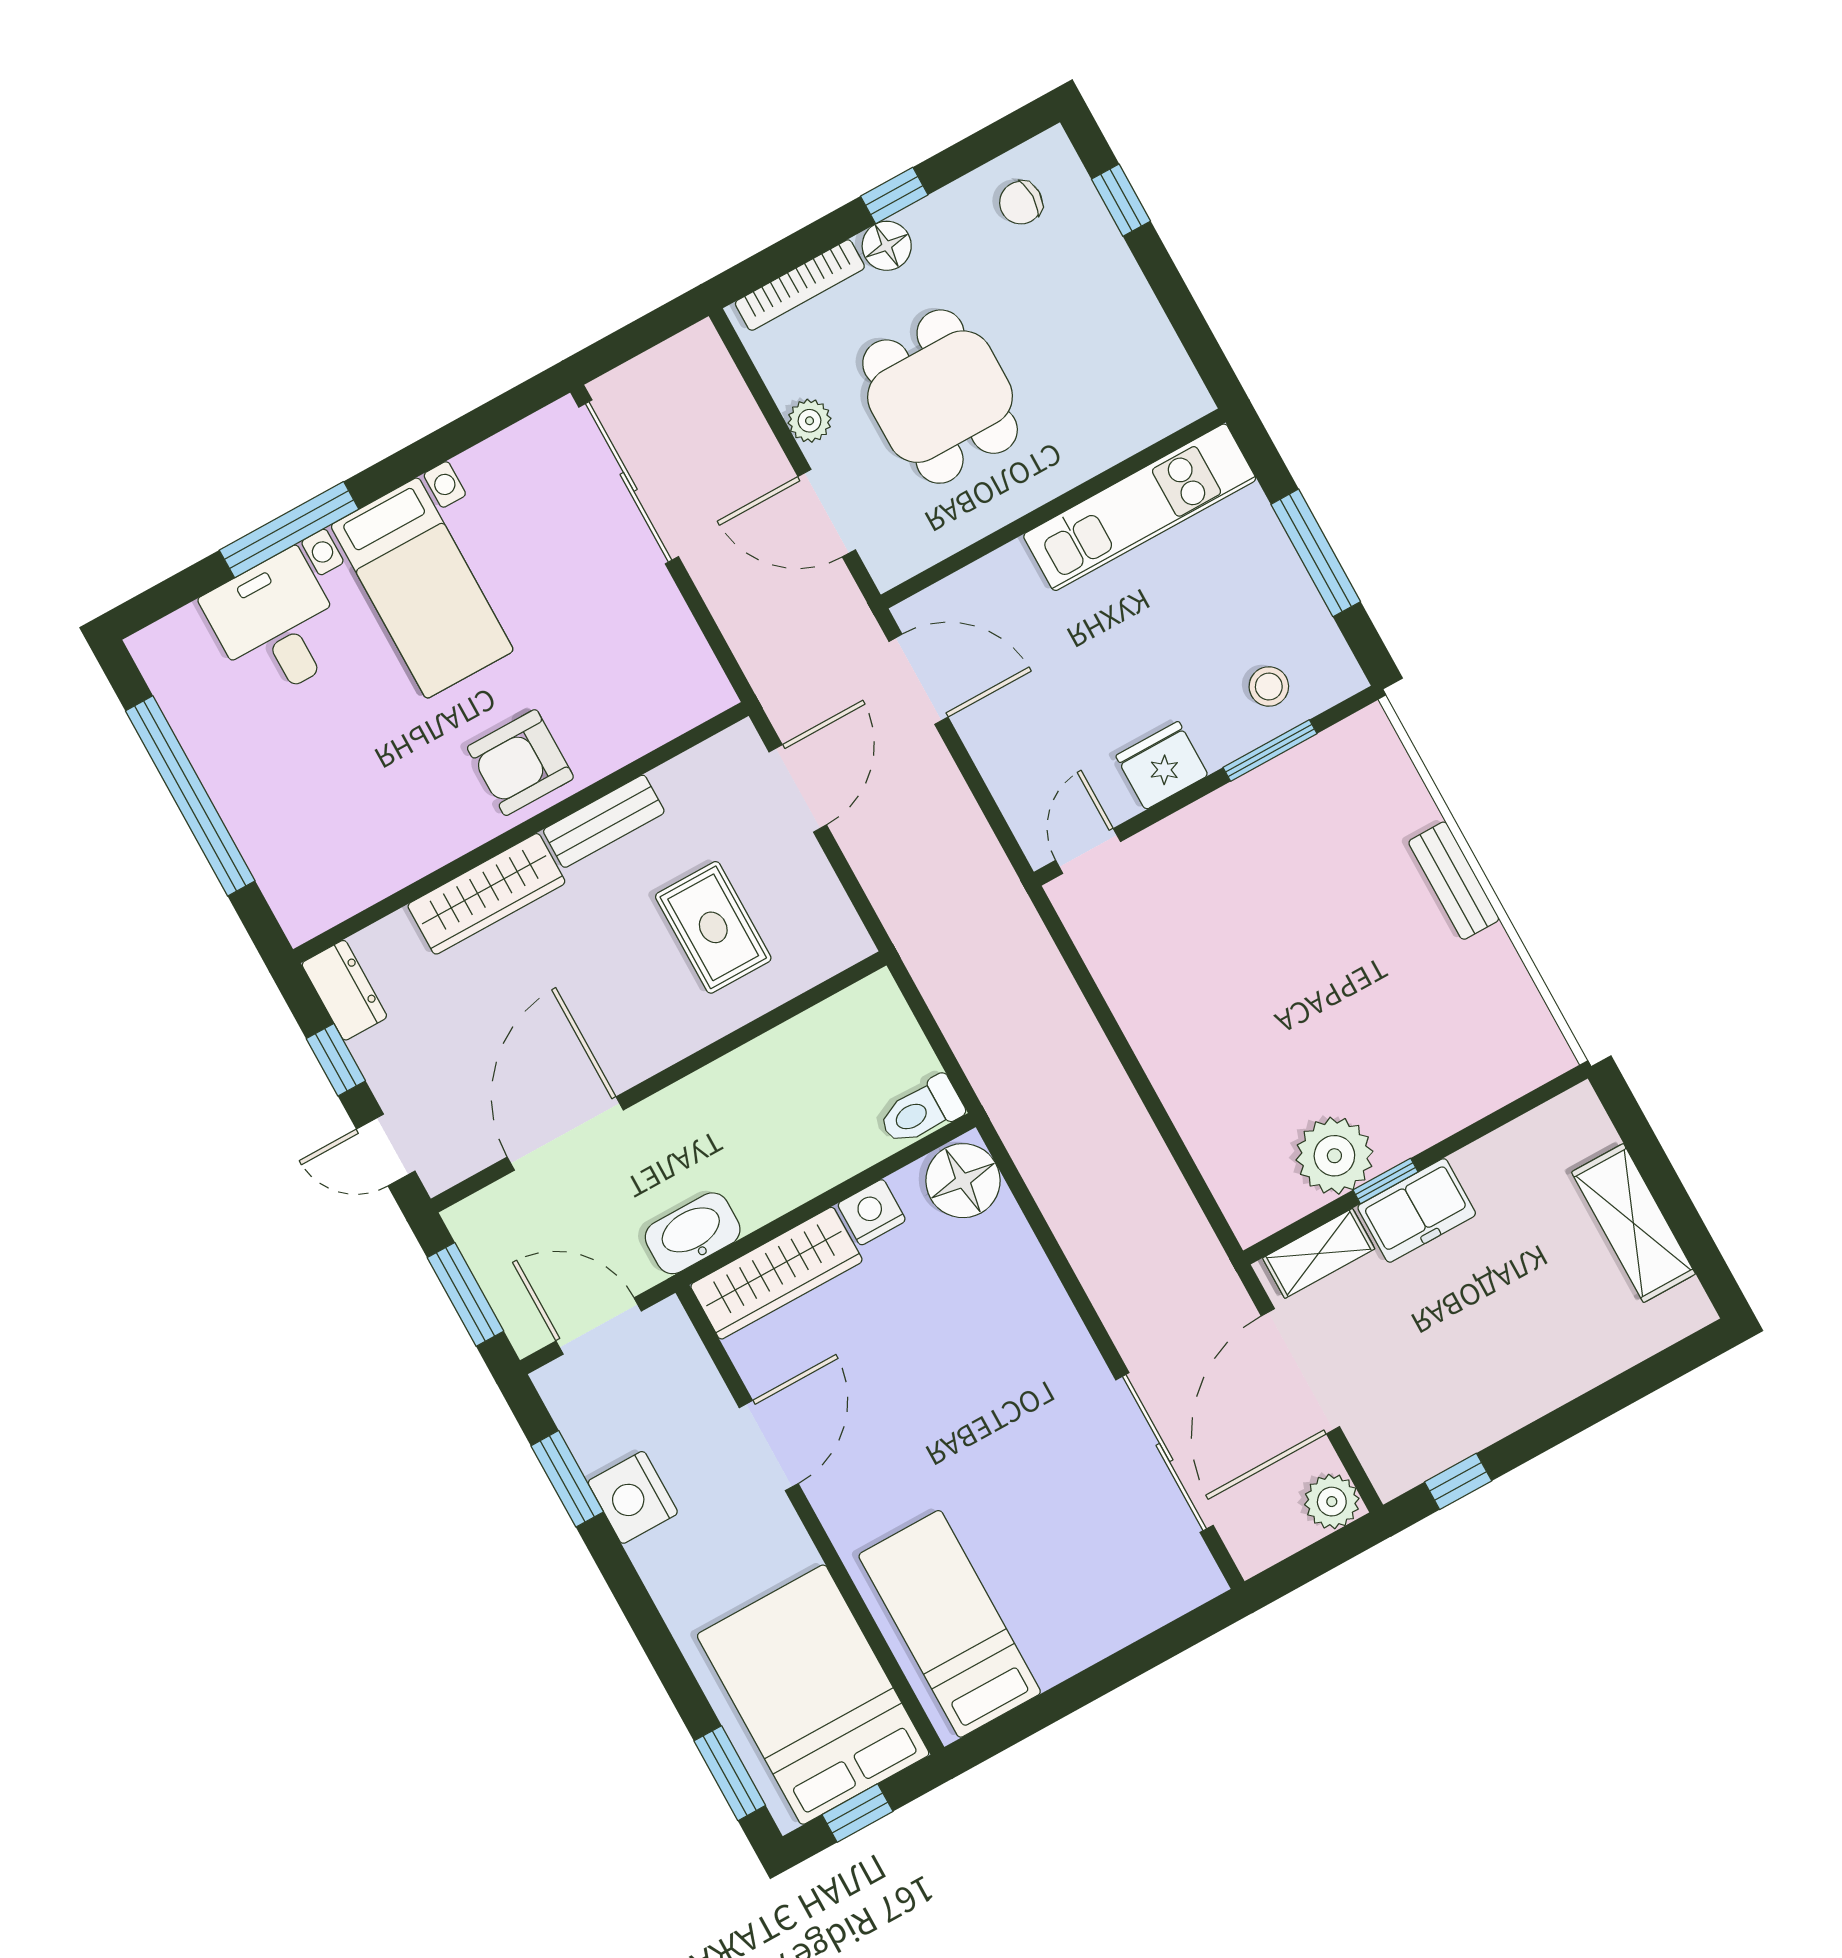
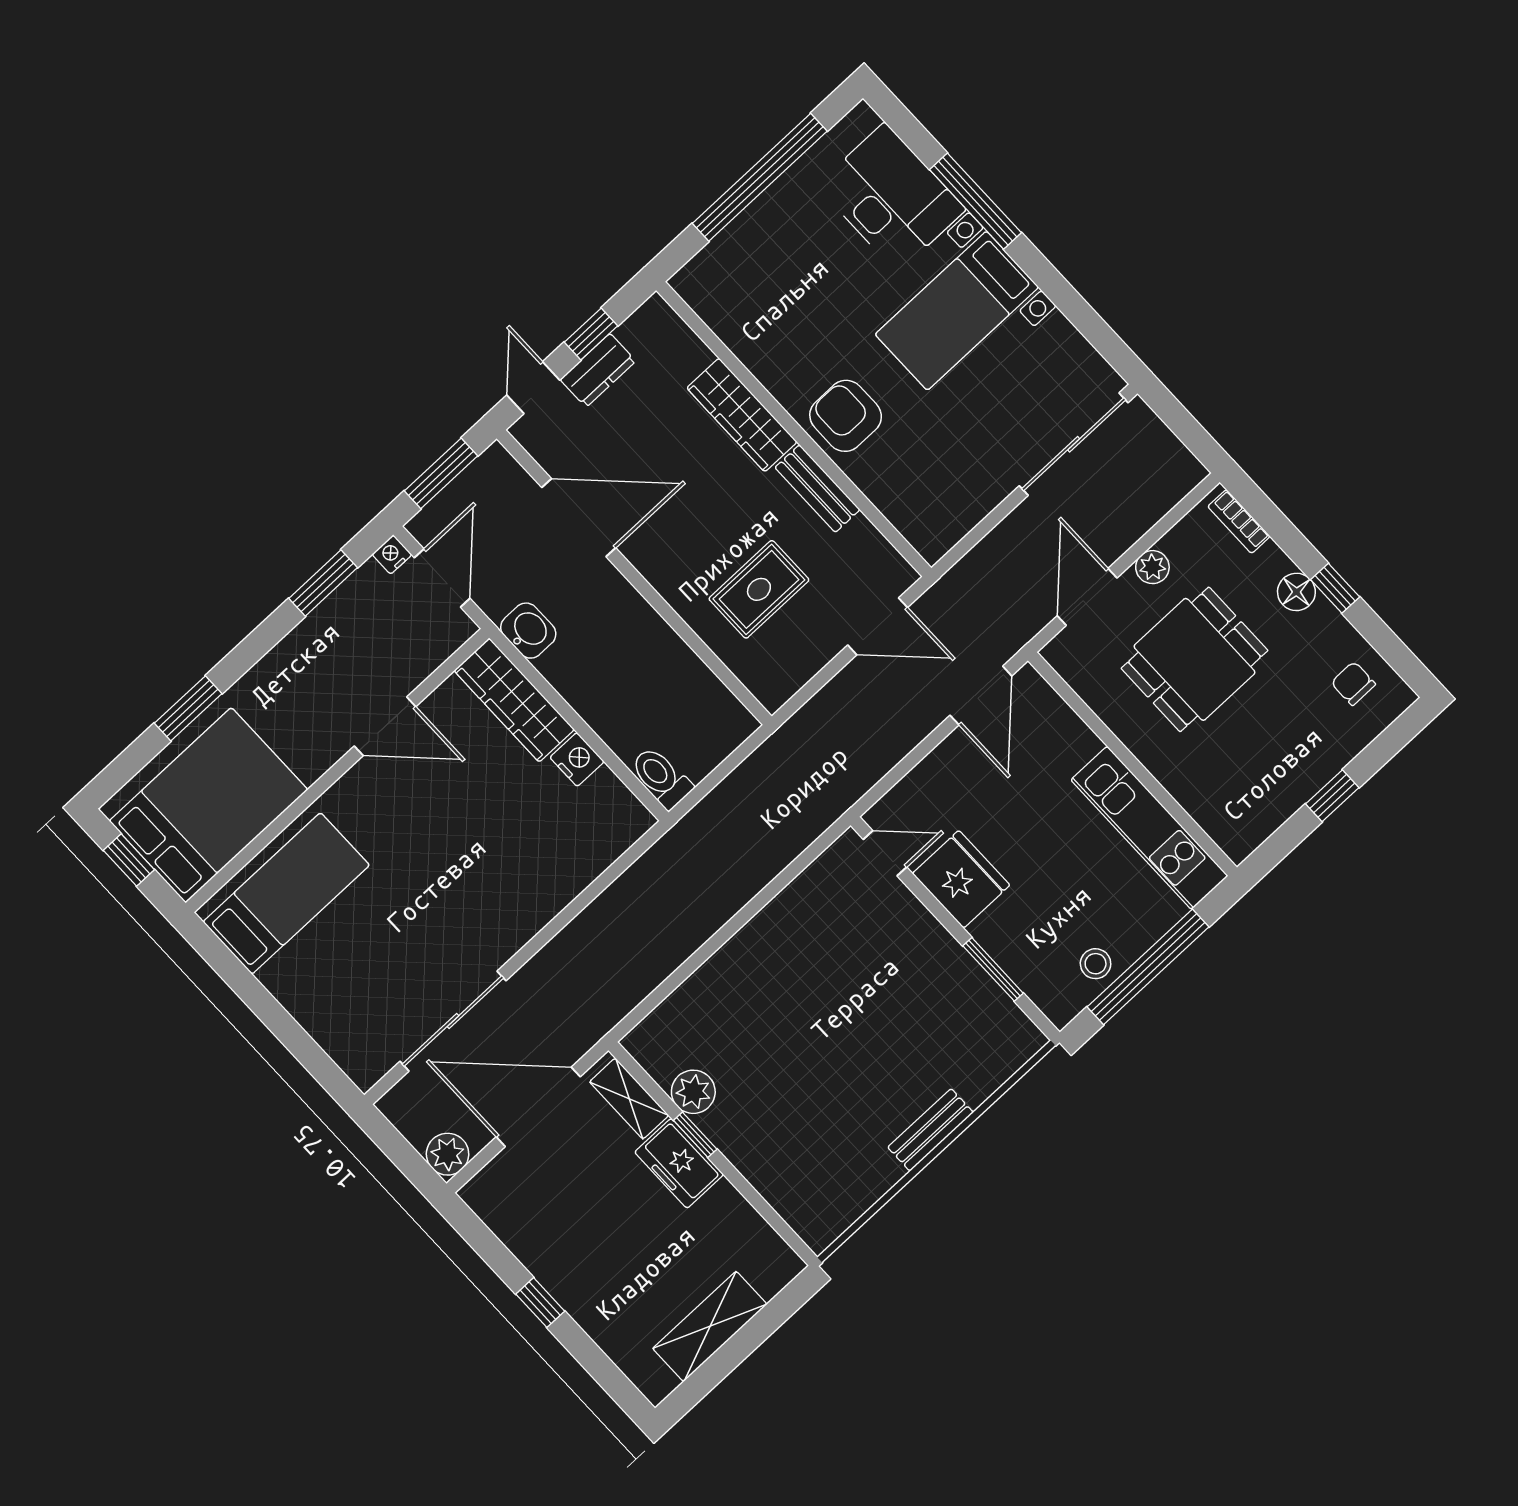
window: (1121, 200) -> (1332, 796), moved
bookcase: (800, 285) -> (1239, 521), width x0.64
window: (1316, 553) -> (1148, 967), width x1.46
desk: (276, 625) -> (891, 198), width x1.37
stool: (1269, 686) -> (1096, 964), moved
fridge: (1162, 765) -> (961, 879), width x1.36, depth x1.34
dresser: (344, 990) -> (598, 370), moved
plant: (1334, 1156) -> (693, 1092), width x0.73, depth x0.73
floor lamp: (963, 1181) -> (617, 821), removed
washbasin: (693, 1233) -> (528, 631), width x0.72
window: (1458, 1481) -> (540, 1303), moved
nightstand: (633, 1497) -> (392, 554), moved, width x0.53, depth x0.56
window: (730, 1773) -> (188, 708), moved

